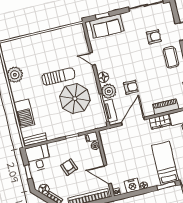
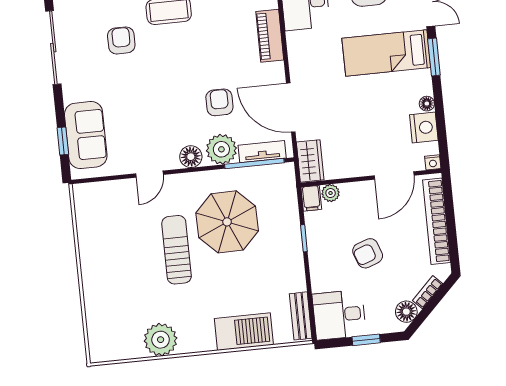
wardrobe: (160, 122) -> (310, 161), moved

